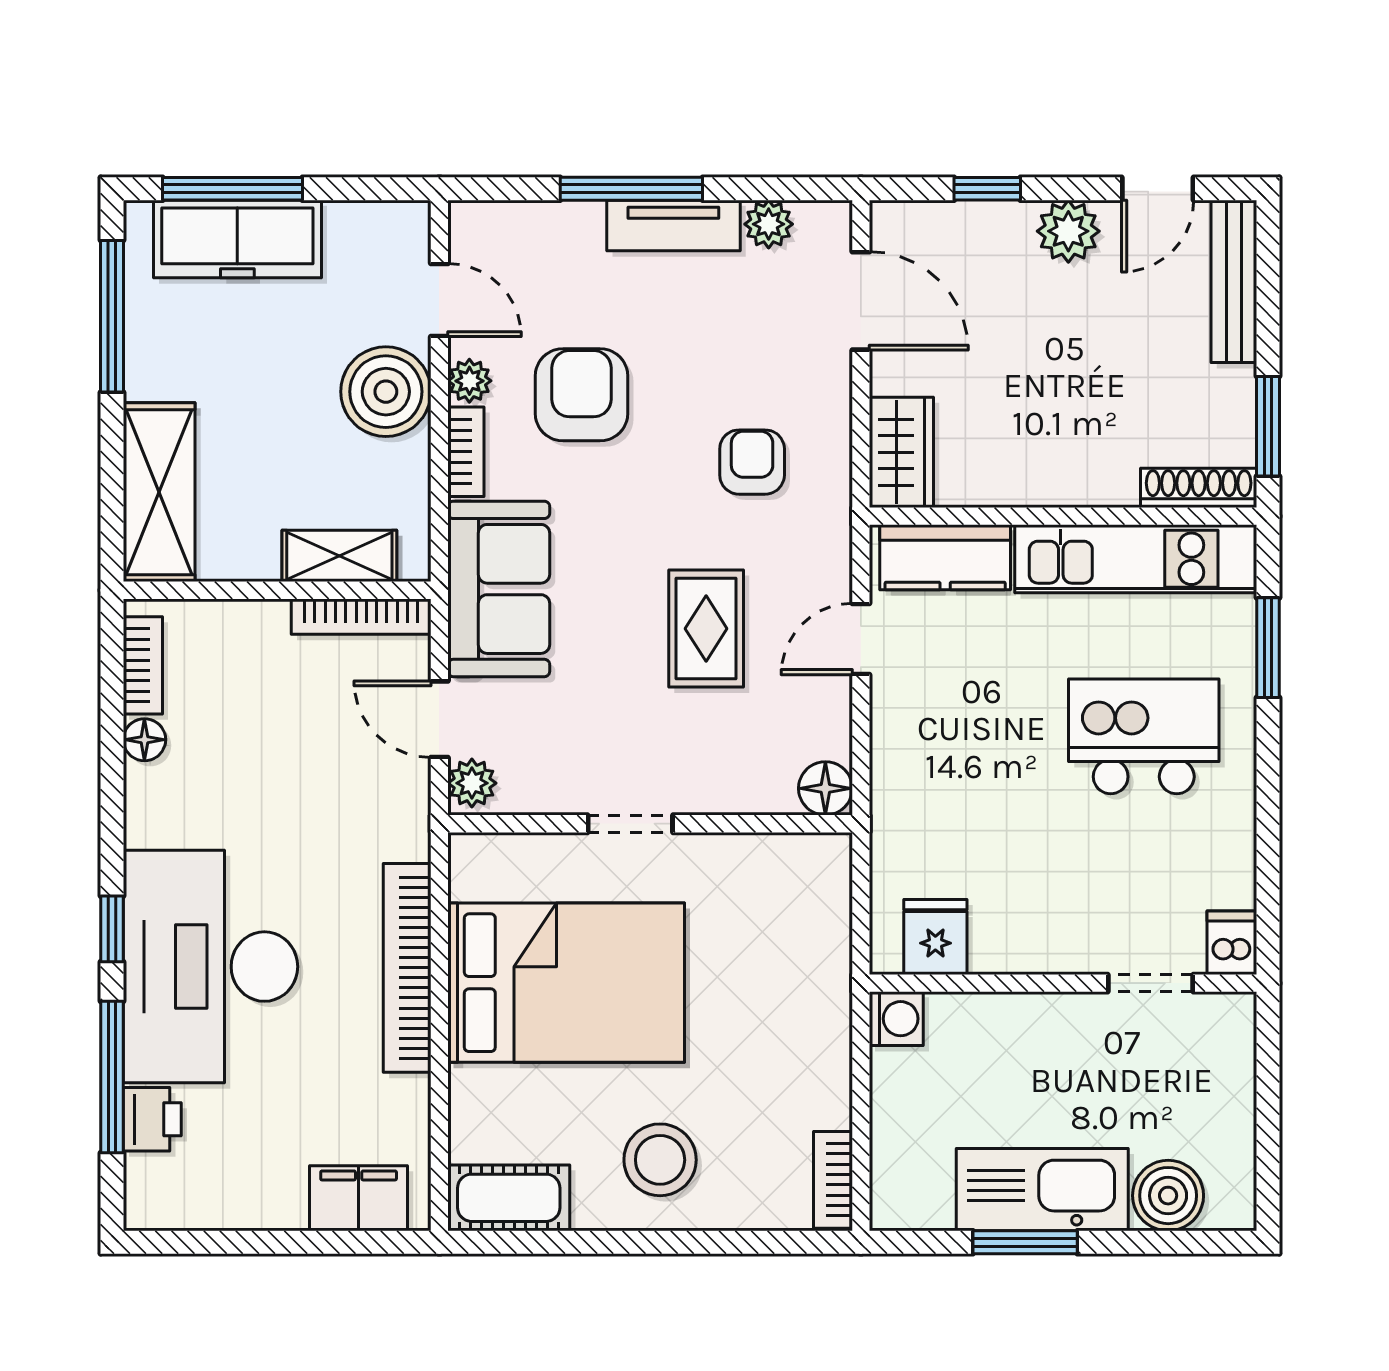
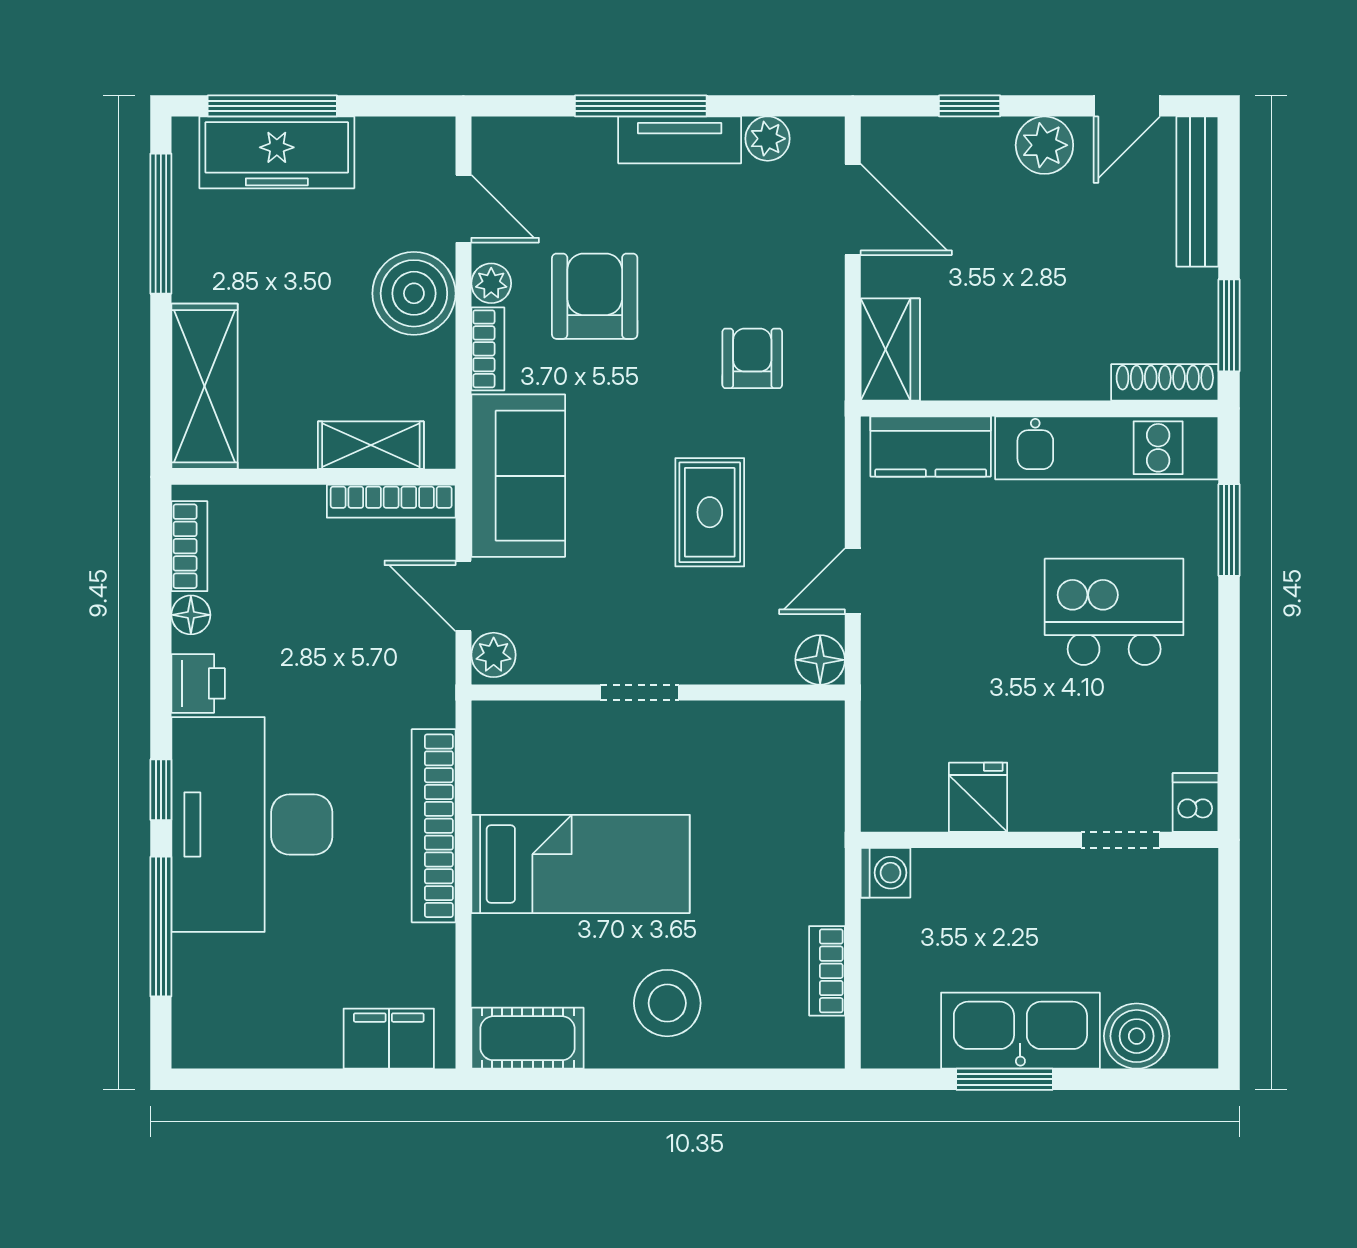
door: (861, 639) -> (853, 581), moved
fridge: (935, 937) -> (978, 797), moved
bed: (566, 983) -> (580, 864), width x0.67
printer: (152, 1119) -> (198, 683), moved
bookcase: (833, 1180) -> (827, 971), moved

